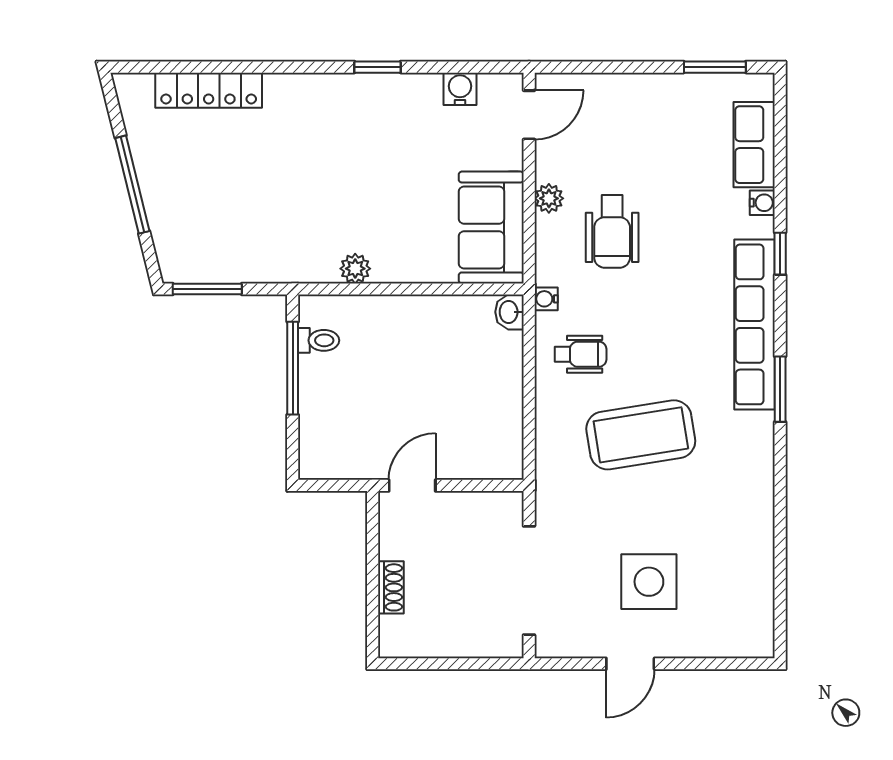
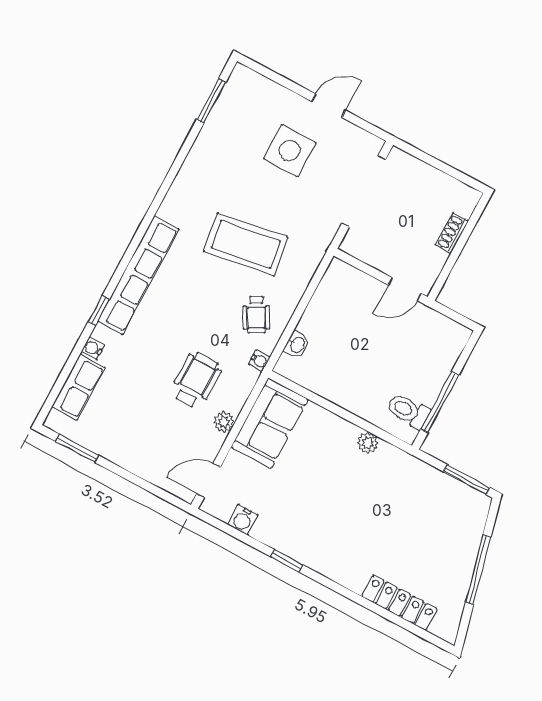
washbasin: (509, 312) -> (297, 345), moved
toilet: (319, 340) -> (408, 411), width x1.37, depth x1.39
wheelchair: (580, 354) -> (256, 315), turned -119
window: (780, 389) -> (211, 101), moved

